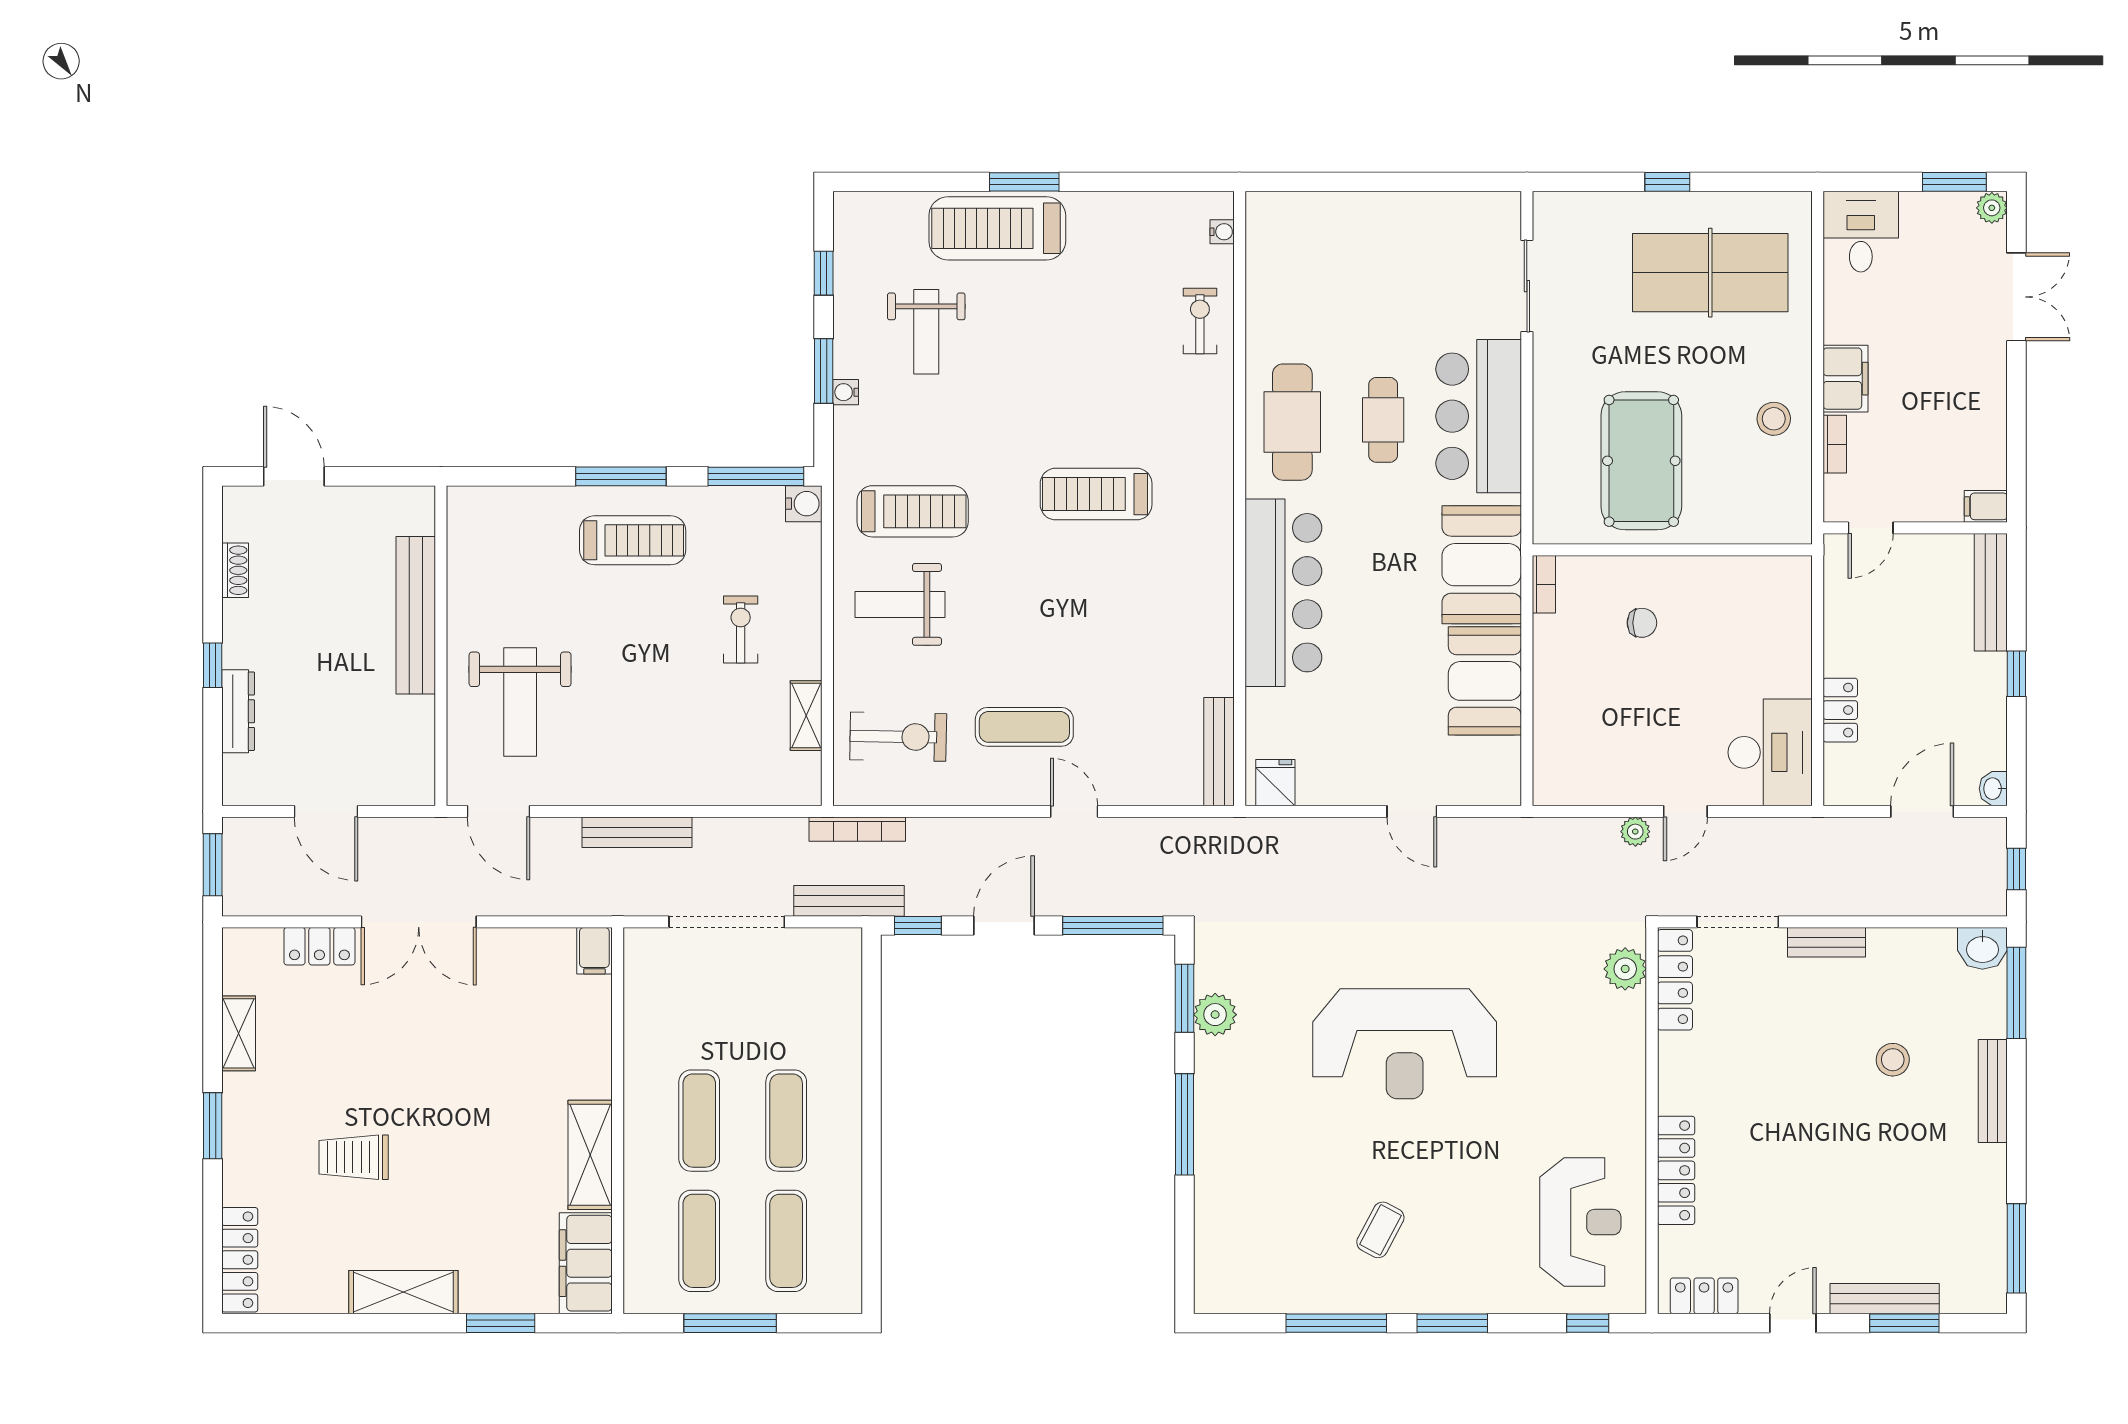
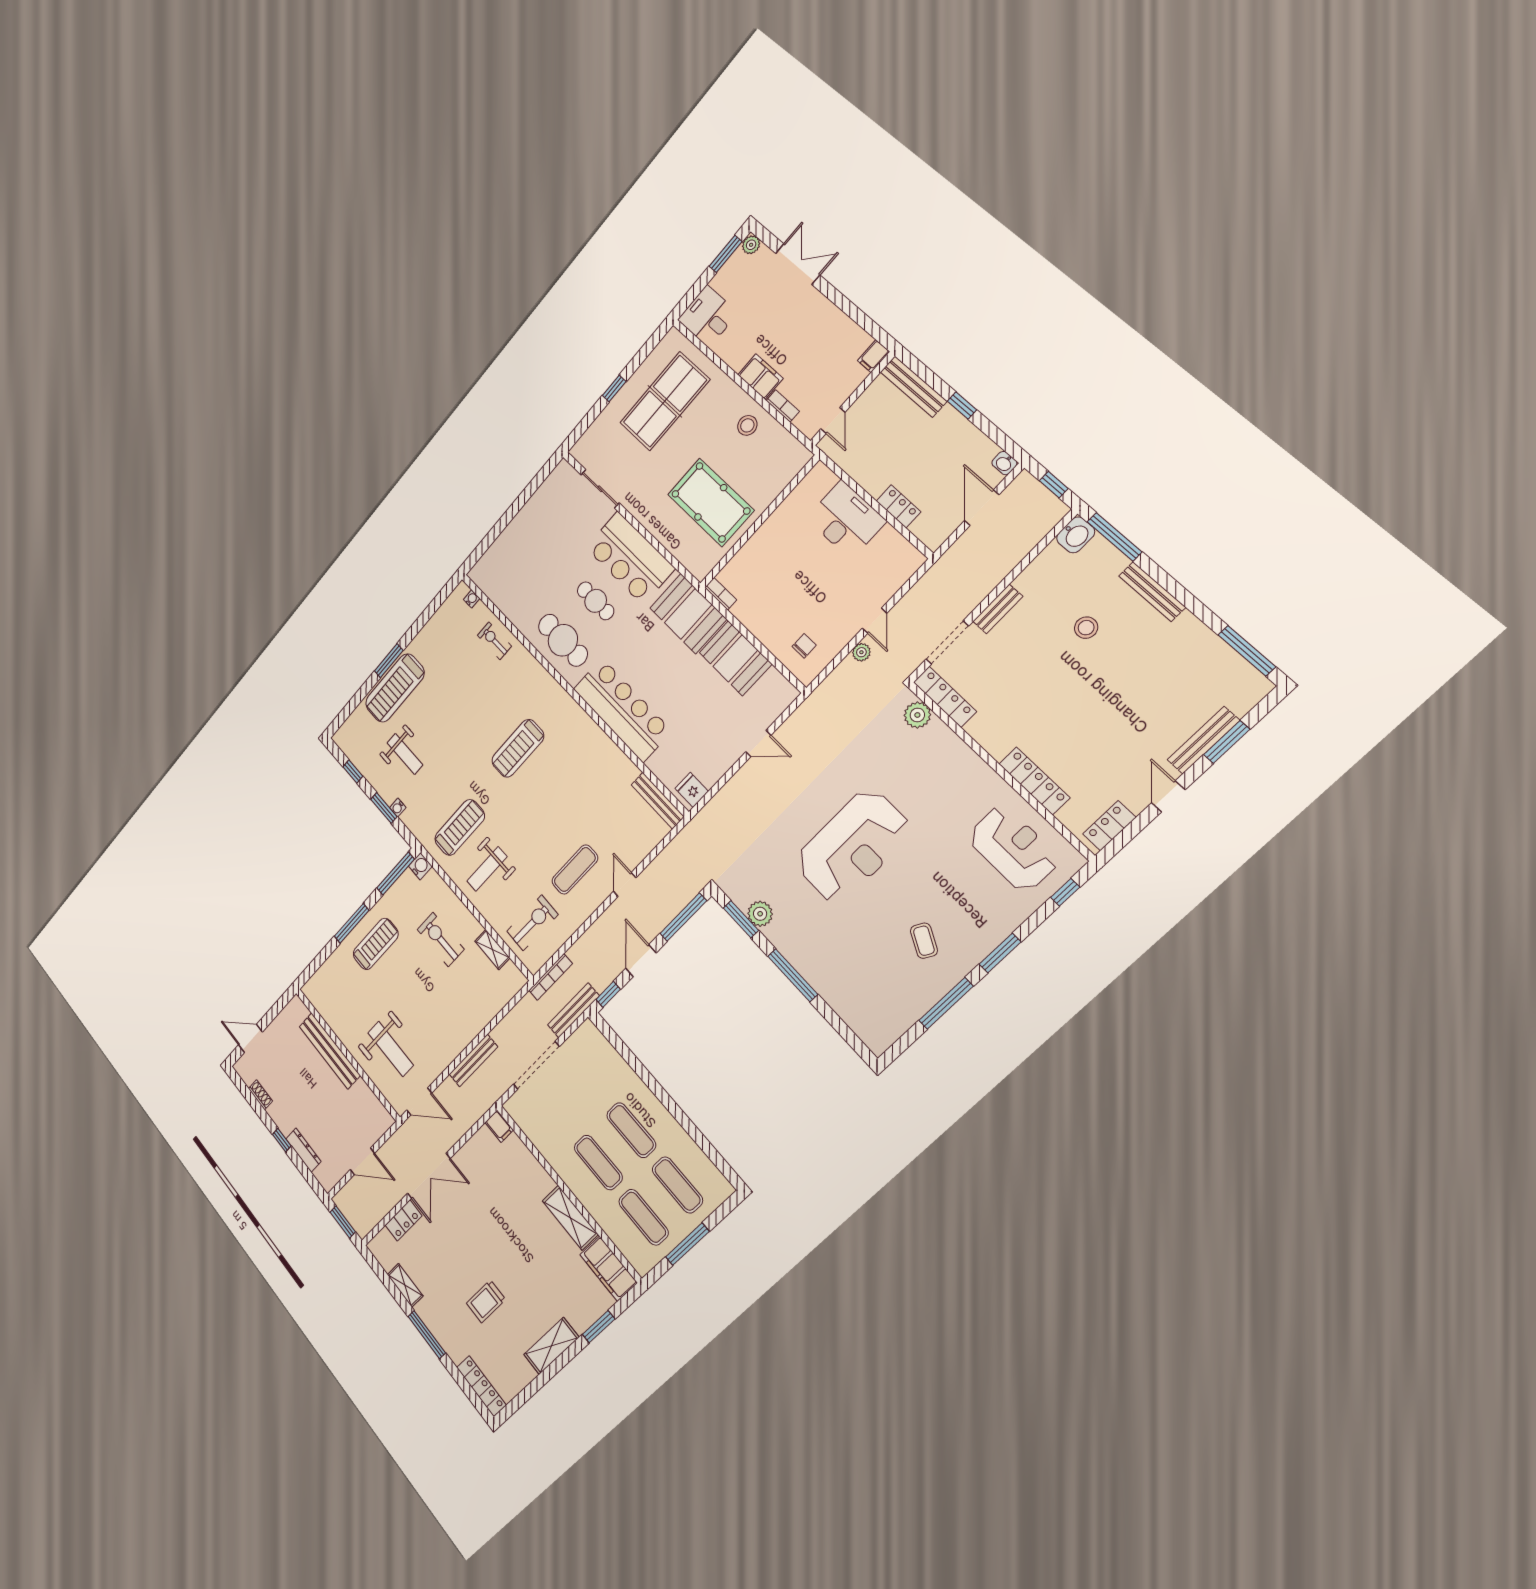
chair: (1642, 623) -> (804, 646), moved
exercise bike: (741, 630) -> (441, 939), width x1.38, depth x1.39
desk: (1770, 752) -> (846, 520), moved
door: (1074, 811) -> (625, 885), hinge flipped
window: (213, 1126) -> (427, 1335), width x1.44

